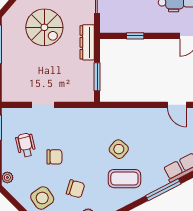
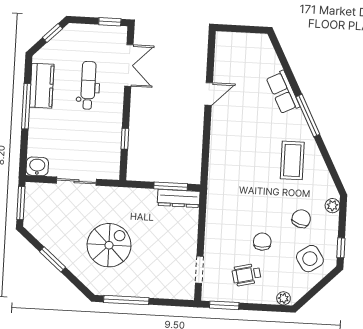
dresser: (87, 42) -> (179, 198), moved
doorway: (43, 105) -> (199, 270), moved
side table: (119, 149) -> (257, 165), removed

